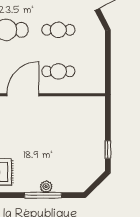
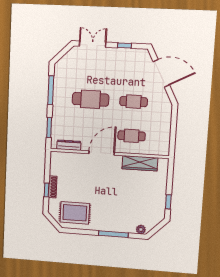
wardrobe: (70, 104) -> (140, 163), added
plant: (46, 187) -> (141, 229), moved

